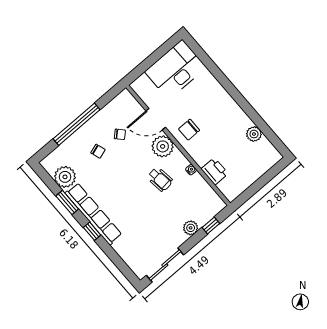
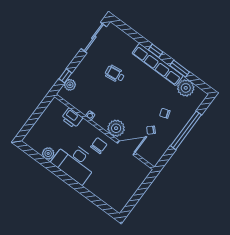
desk: (175, 70) -> (75, 162), moved, turned 90
wheelchair: (160, 179) -> (115, 74), moved
plant: (191, 228) -> (70, 85), moved

